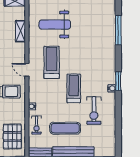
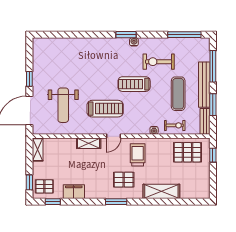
window: (118, 30) -> (184, 35), moved
shelving: (20, 31) -> (89, 143), moved
treadmill: (52, 62) -> (105, 109), turned 180
exercise bike: (94, 111) -> (159, 62), turned 180

